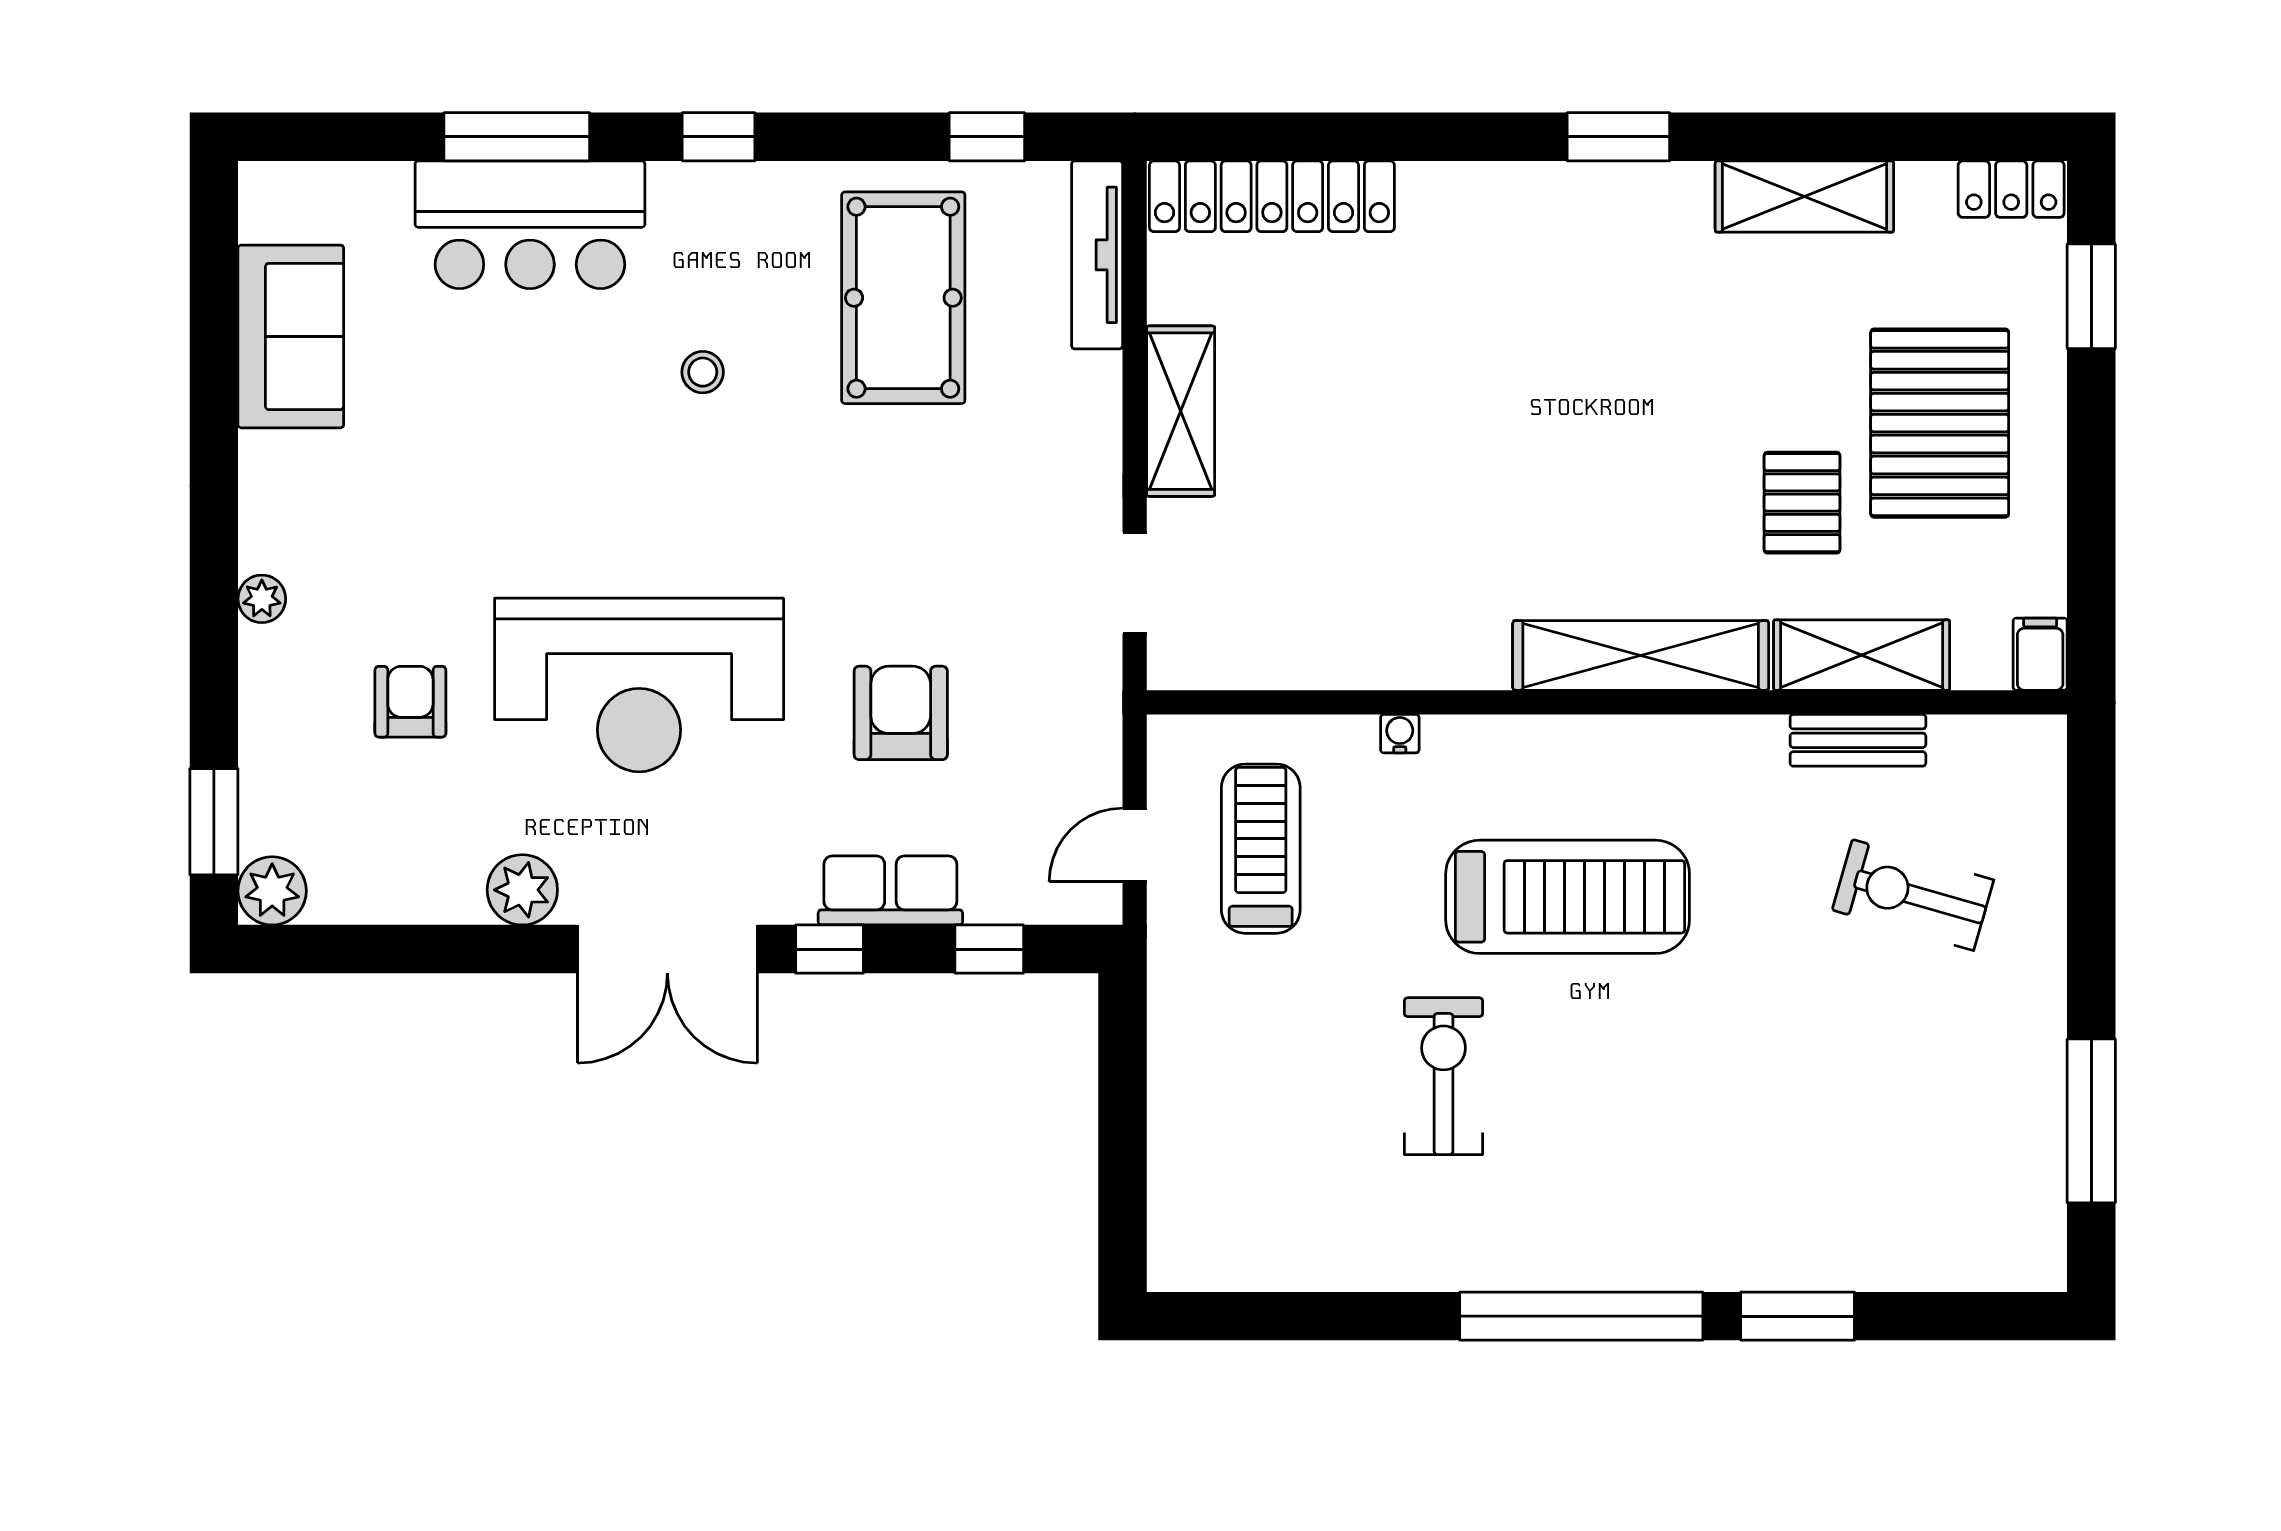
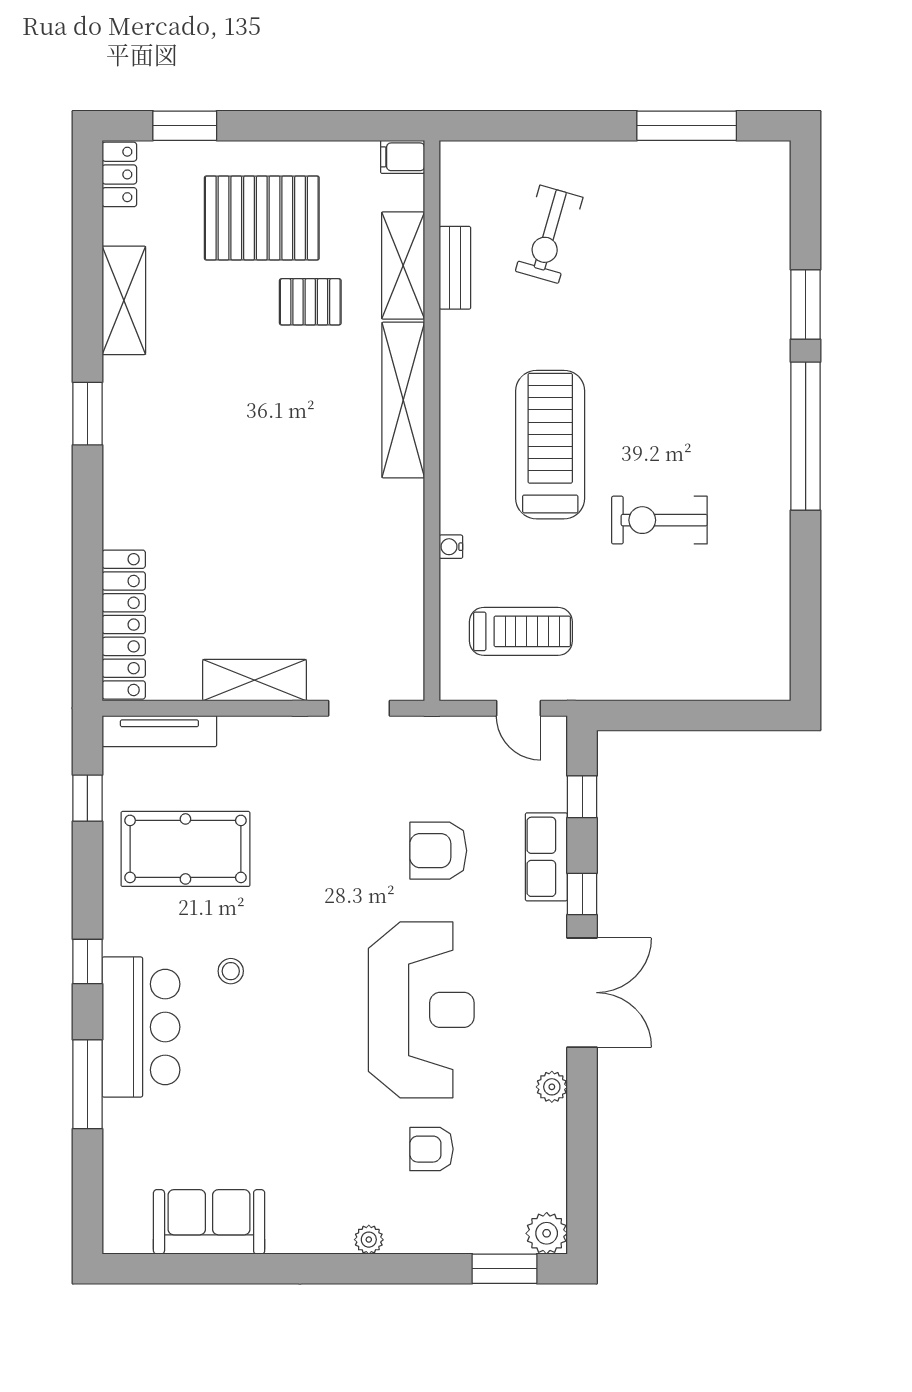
bar counter: (530, 225) -> (141, 1027), moved
treadmill: (1261, 849) -> (521, 631), turned 180
plant: (522, 890) -> (552, 1087), width x0.73, depth x0.73

